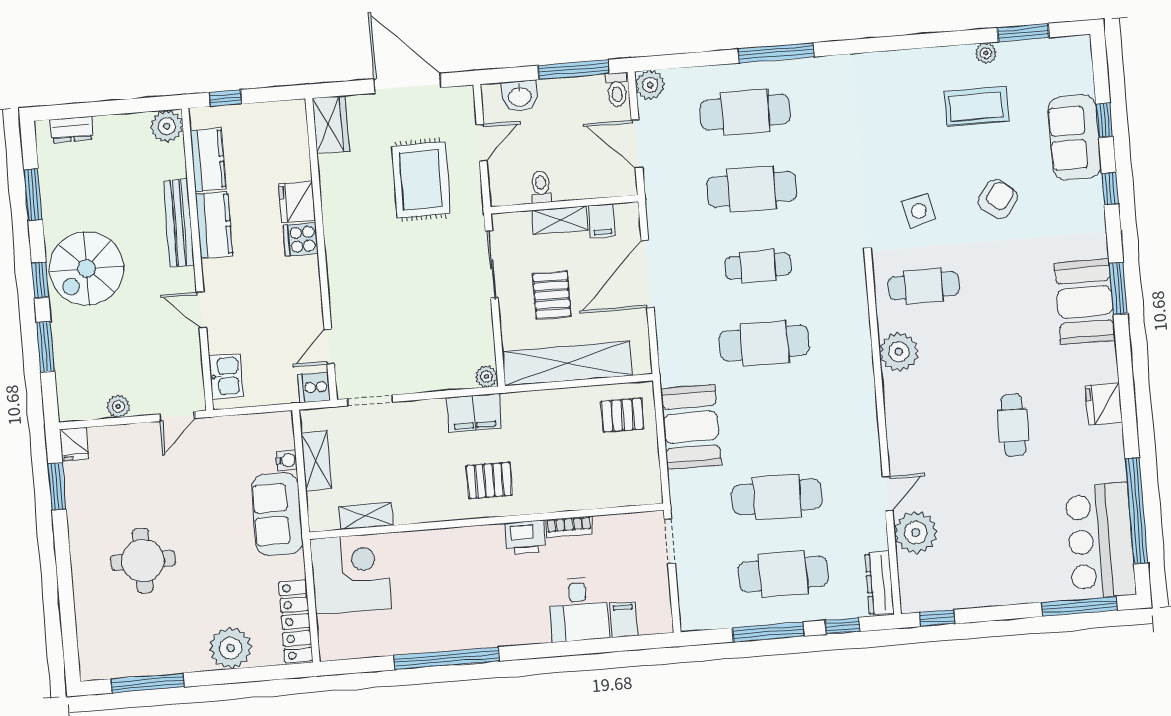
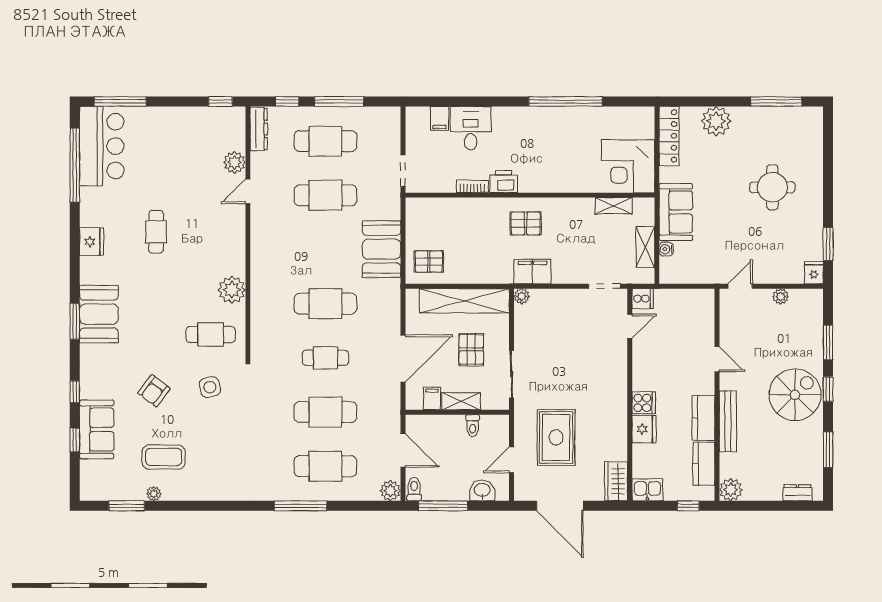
kitchen sink: (226, 376) -> (647, 490), moved, turned 90
plant: (916, 533) -> (234, 162), width x0.73, depth x0.73

